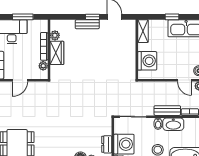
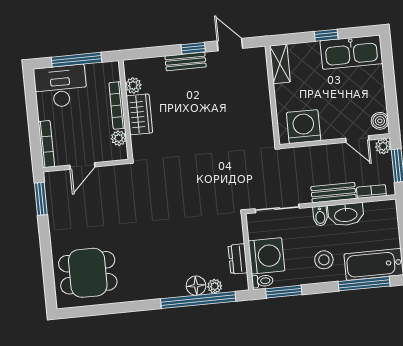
window: (23, 17) -> (76, 60), width x1.44
washing machine: (147, 61) -> (304, 127), moved, turned -90

